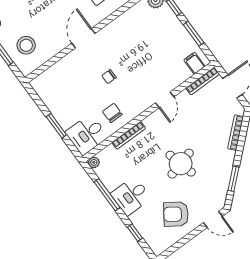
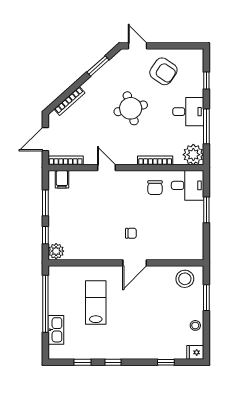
stool: (26, 45) -> (185, 279), moved
chair: (109, 77) -> (131, 233), moved
door: (165, 100) -> (106, 168), hinge flipped
plant: (94, 162) -> (193, 155), width x1.87, depth x1.87

